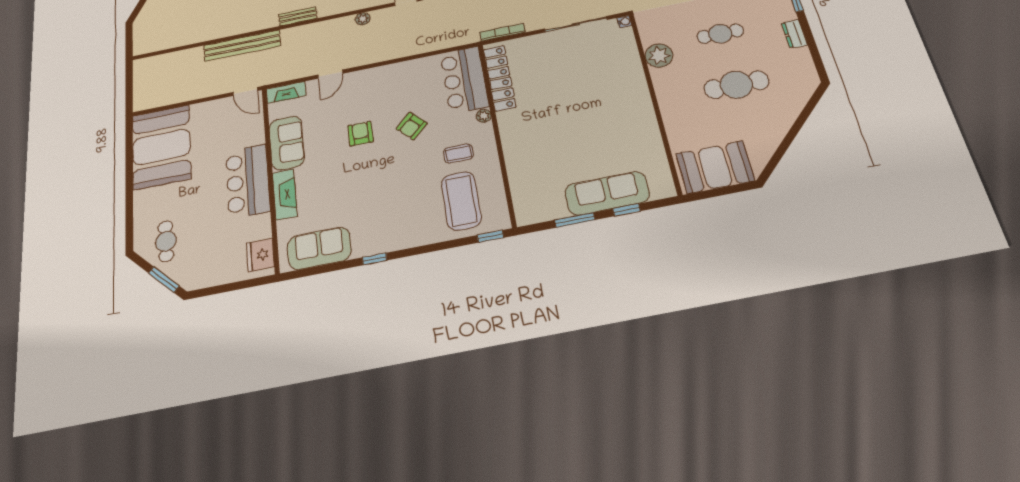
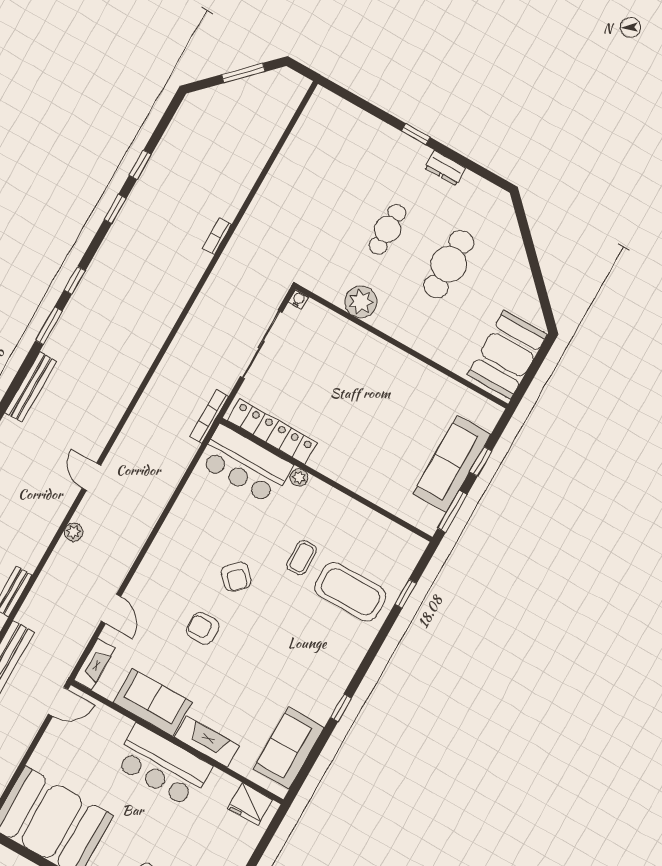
locker: (500, 78) -> (272, 432), moved
bar counter: (464, 80) -> (245, 464), moved
plant: (484, 116) -> (299, 477), moved
wall: (497, 132) -> (326, 480), moved

